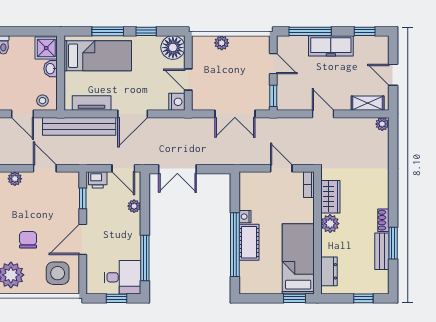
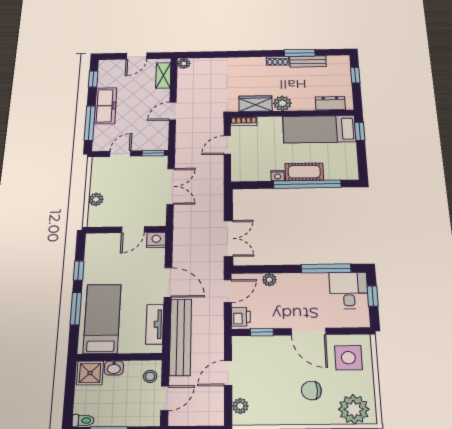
floor lamp: (173, 48) -> (98, 245), removed

